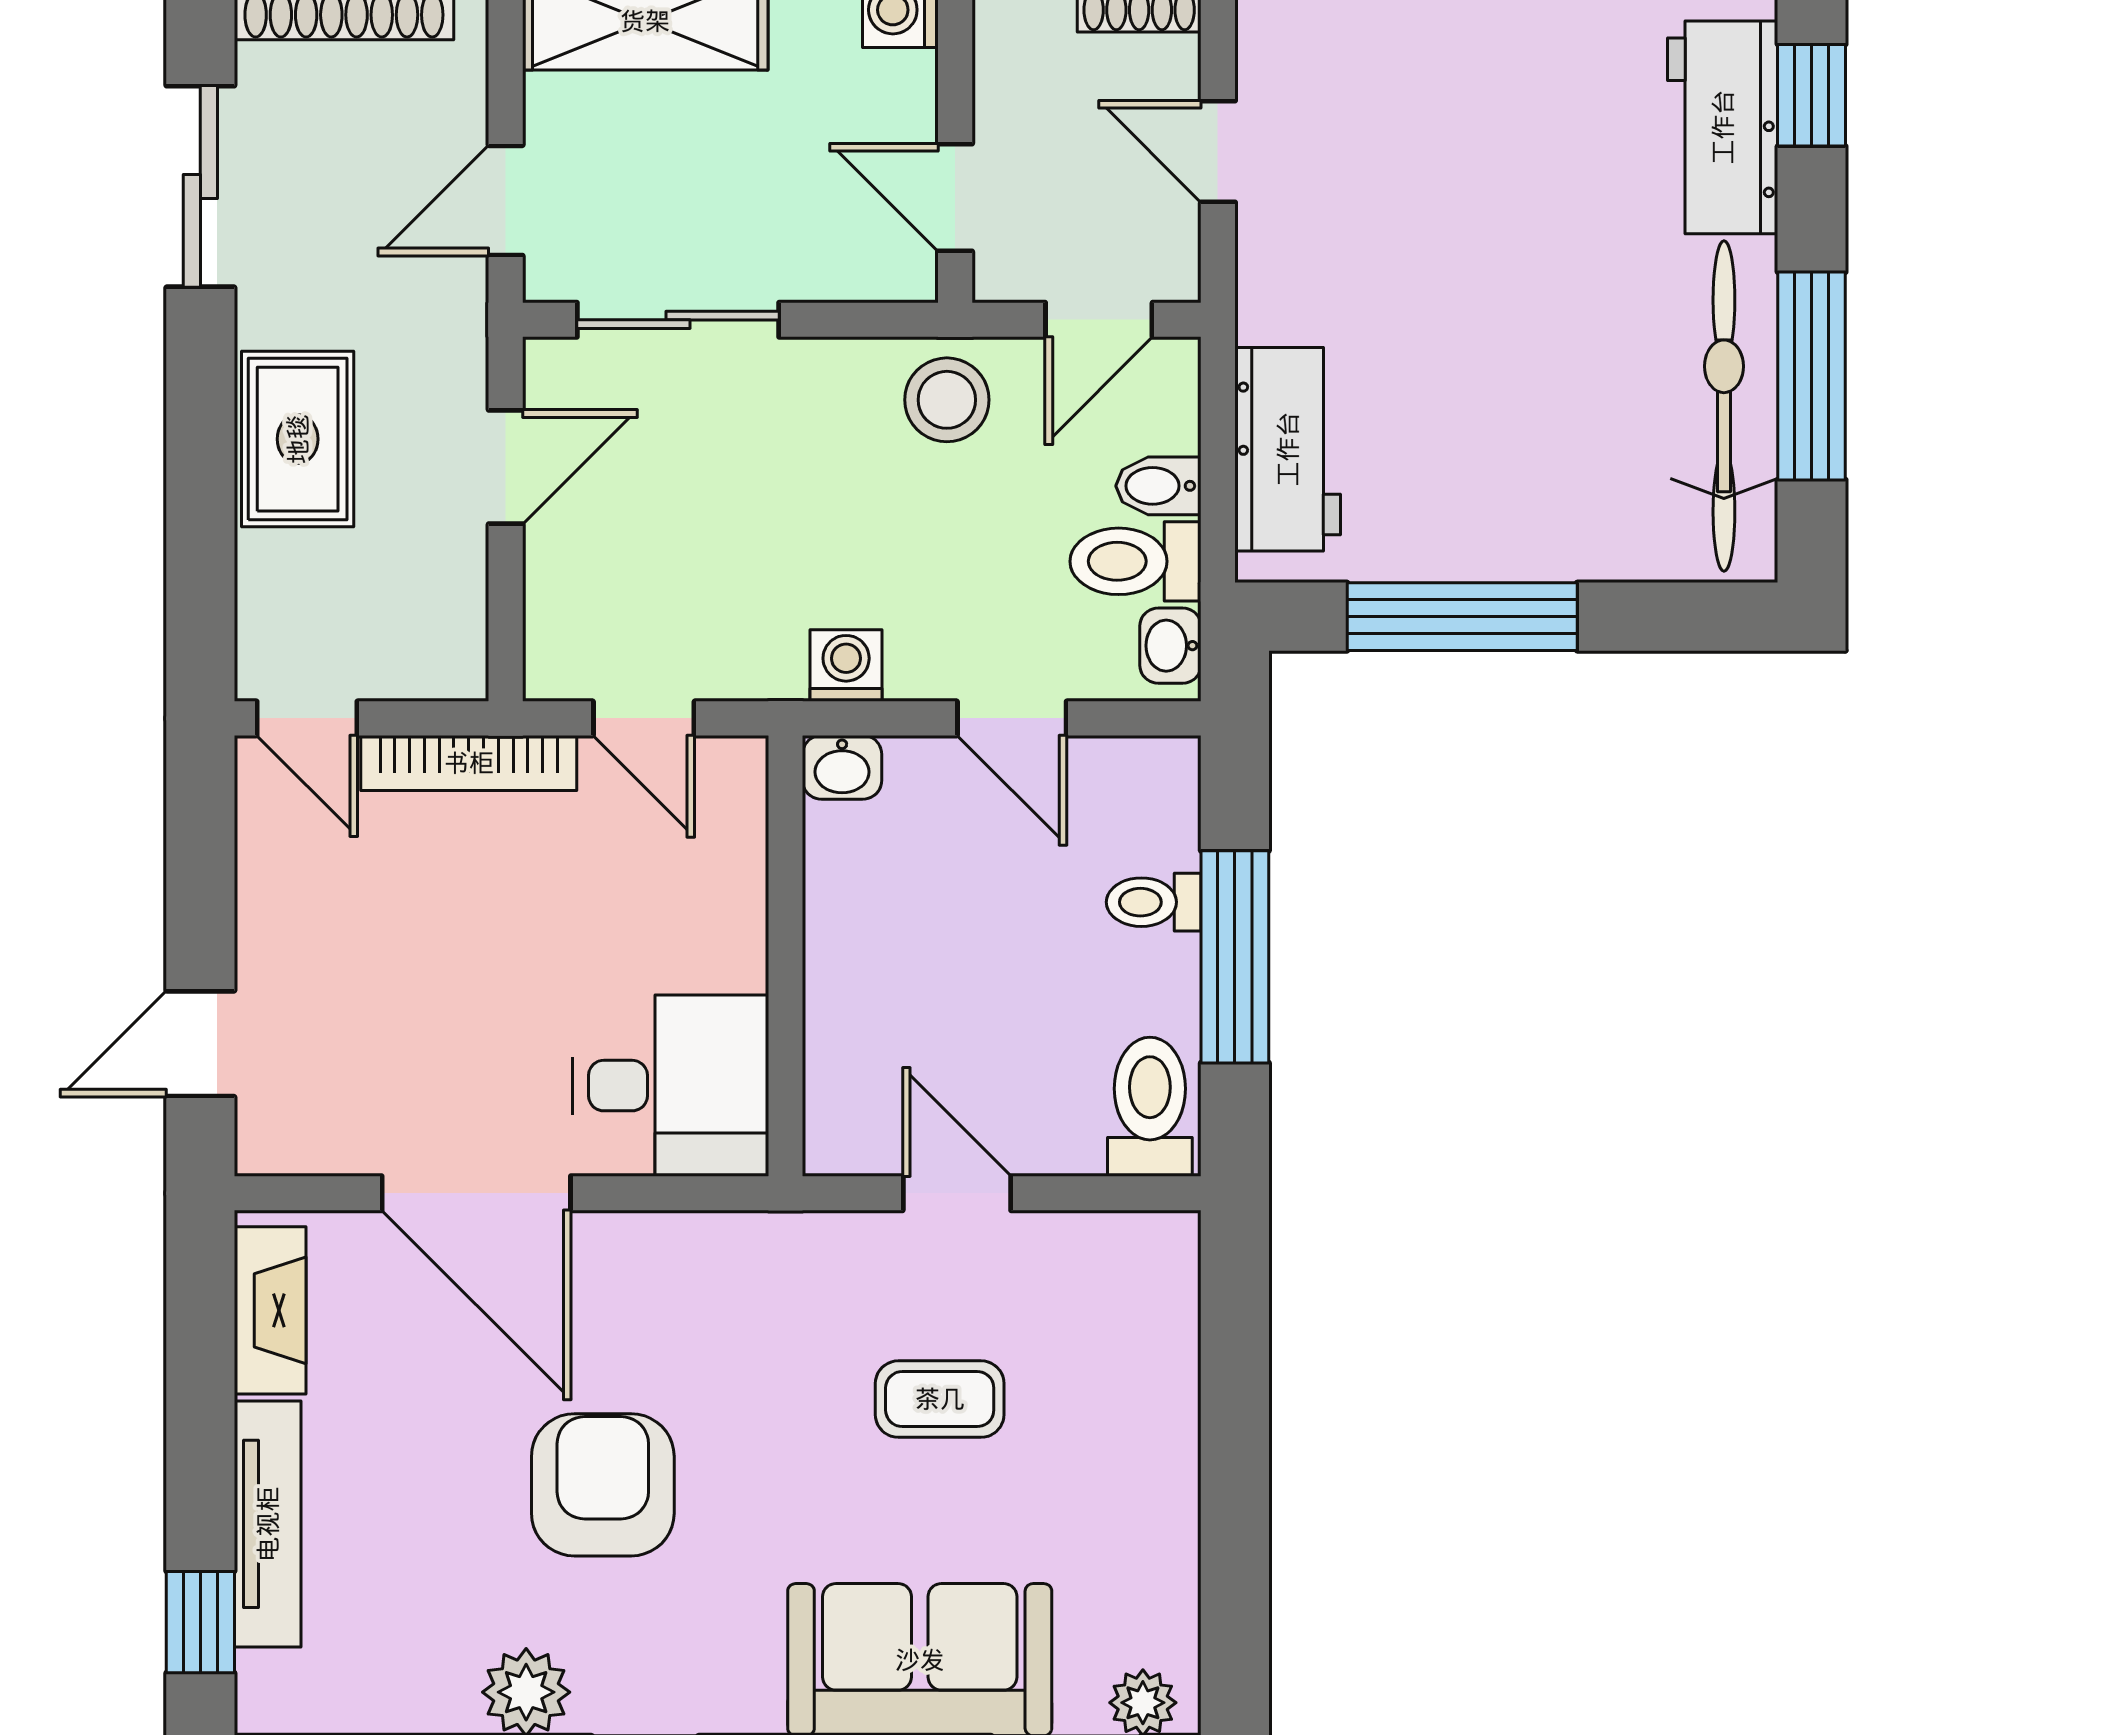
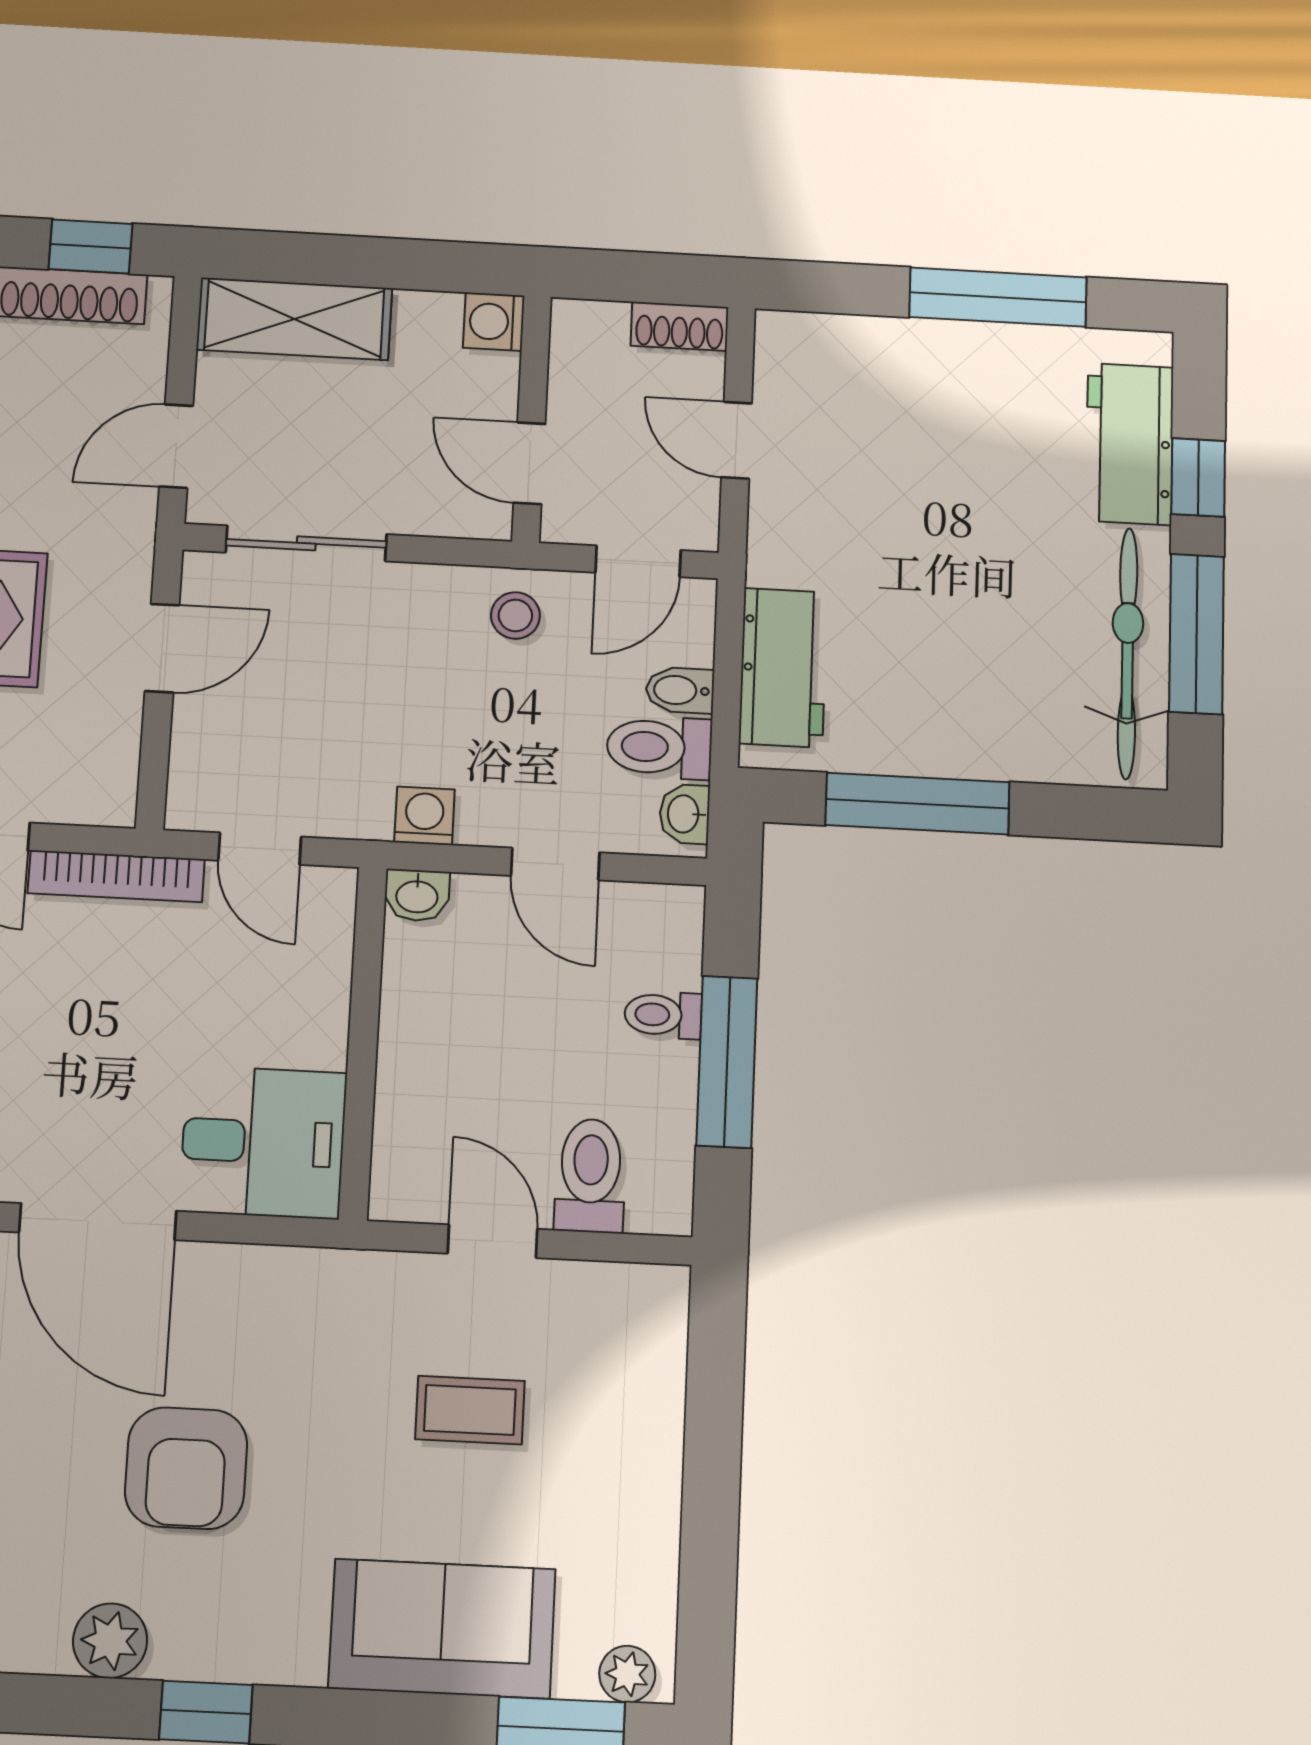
window: (1812, 95) -> (1198, 477), moved
stool: (947, 400) -> (515, 616), width x0.73, depth x0.73
toilet: (1150, 1107) -> (590, 1176), moved
armchair: (603, 1485) -> (186, 1468), turned 180

